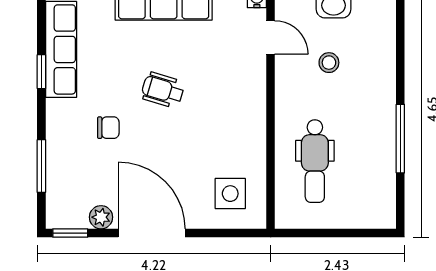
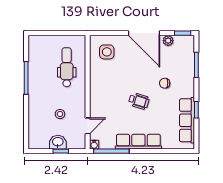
door: (271, 38) -> (88, 126), swing flipped

